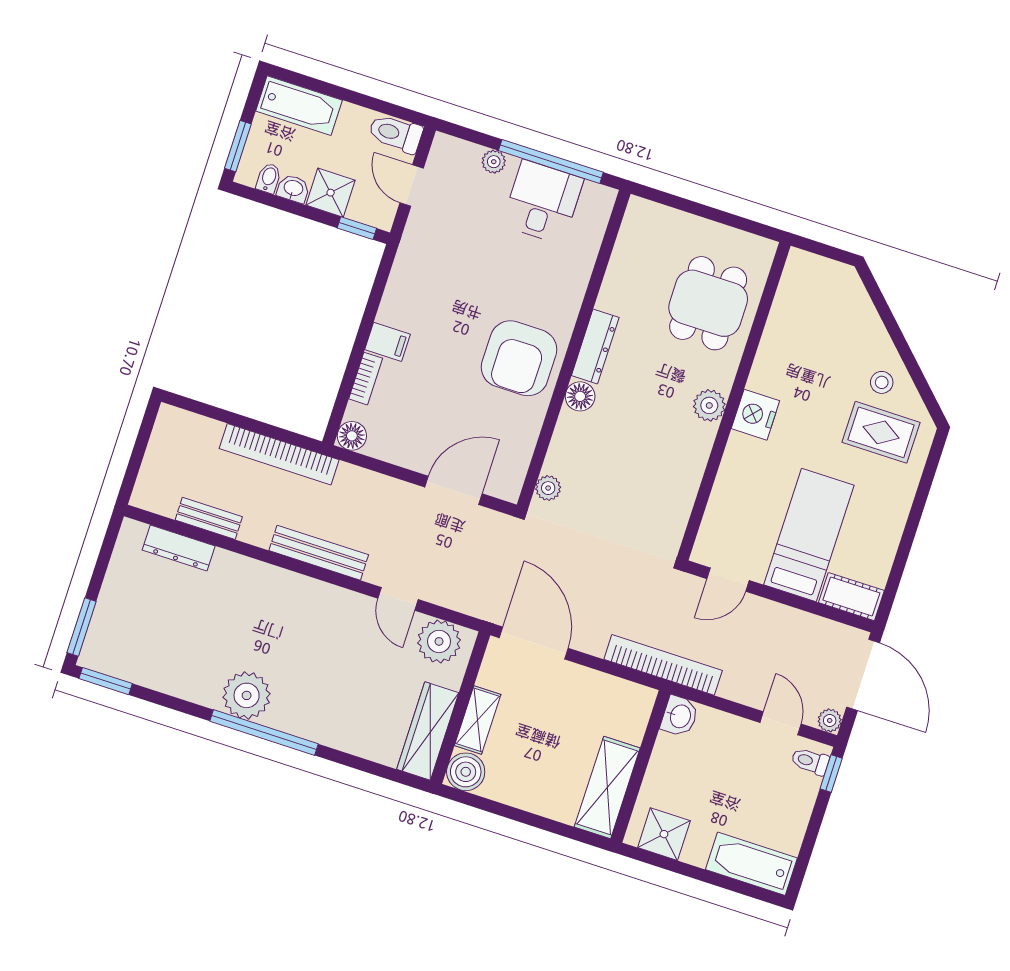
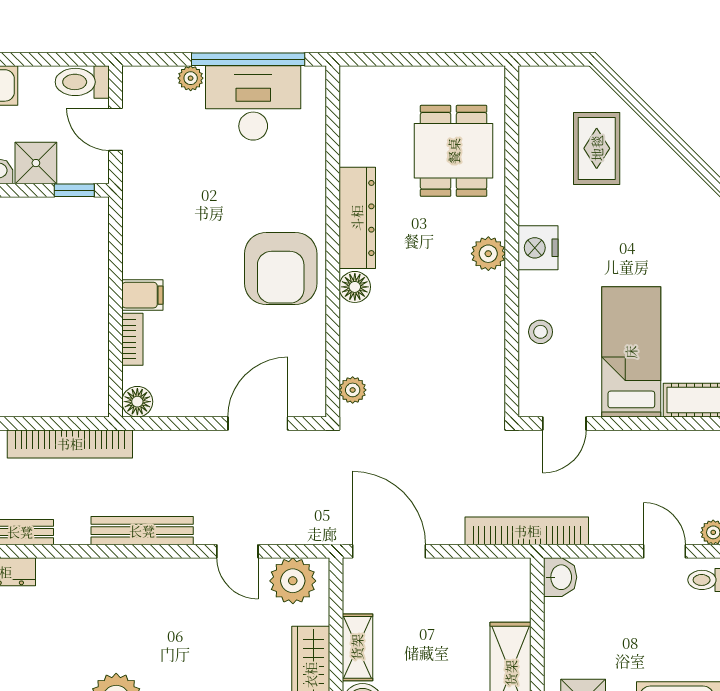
desk: (543, 202) -> (253, 103), width x1.37
dresser: (595, 346) -> (357, 218), width x1.37, depth x1.24
stool: (882, 382) -> (541, 332), moved
rug: (881, 432) -> (597, 148), moved, turned 90

